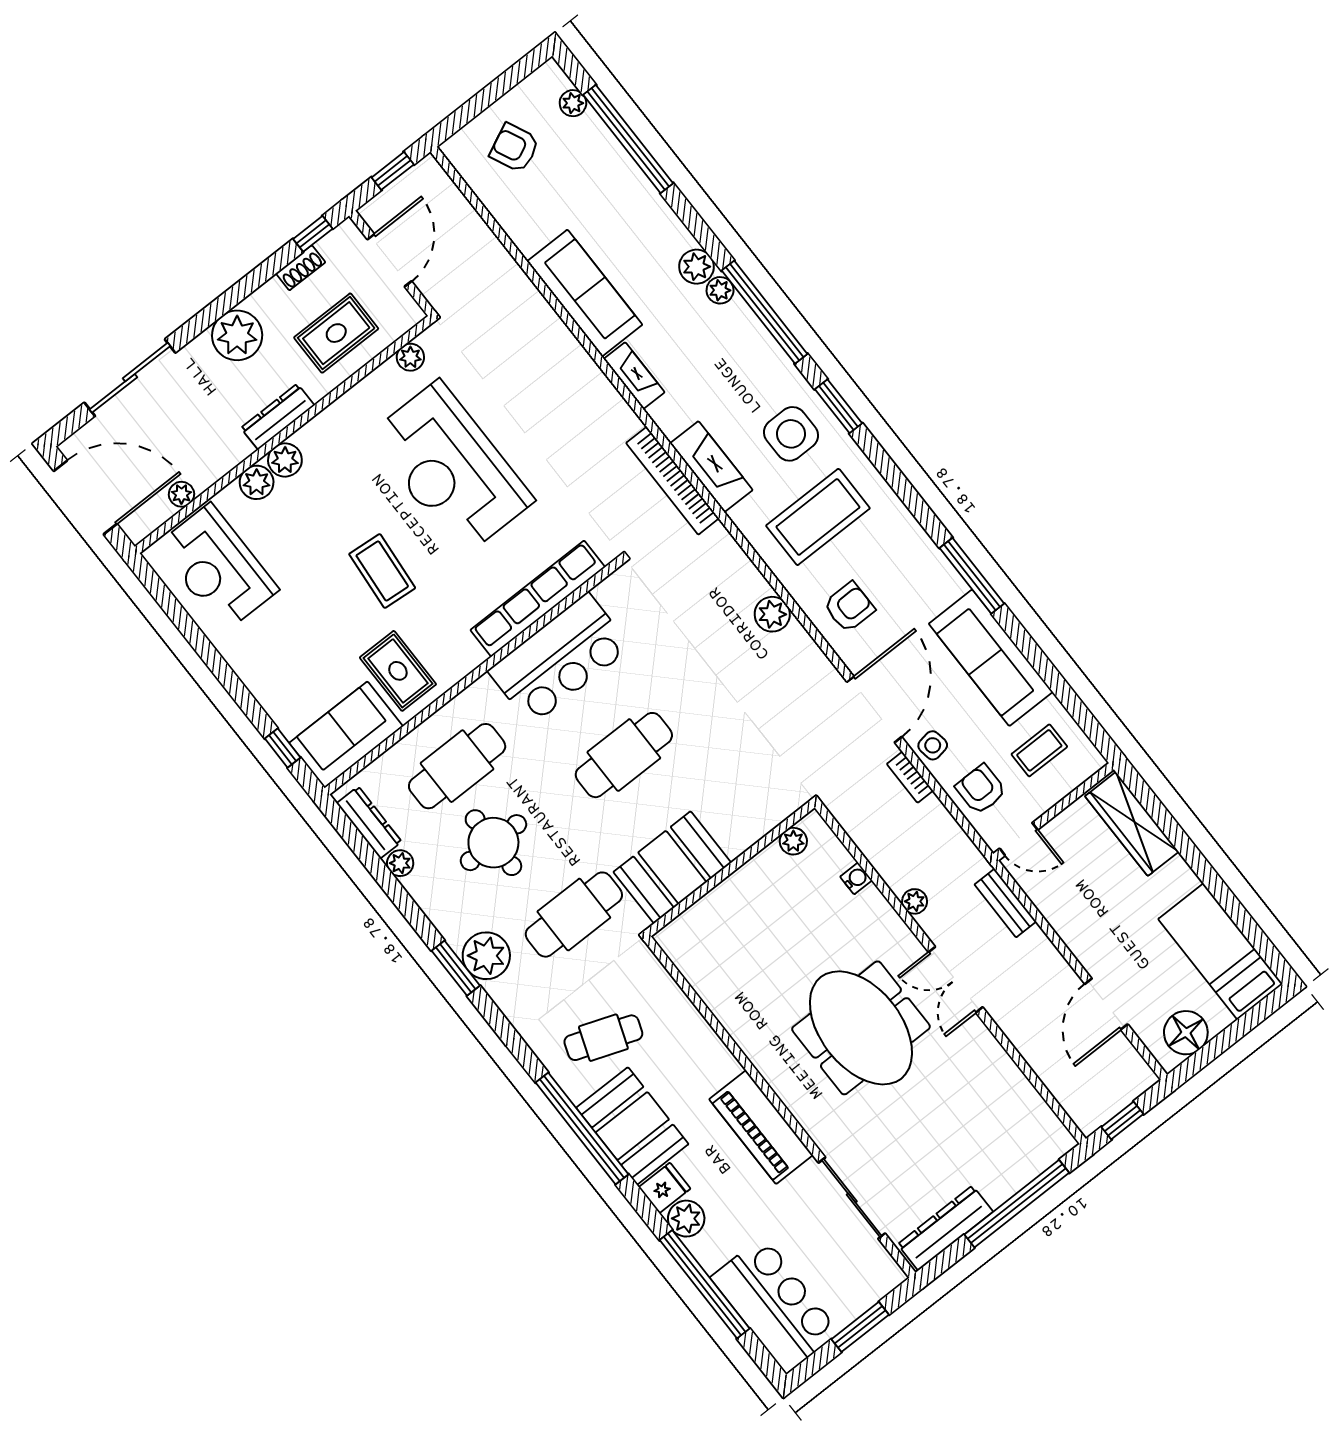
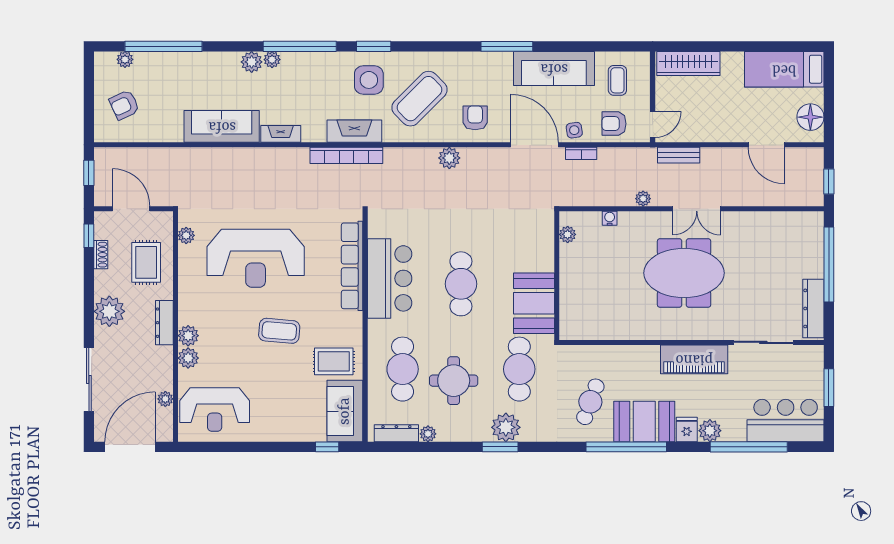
coffee table: (818, 517) -> (420, 99), turned 45

